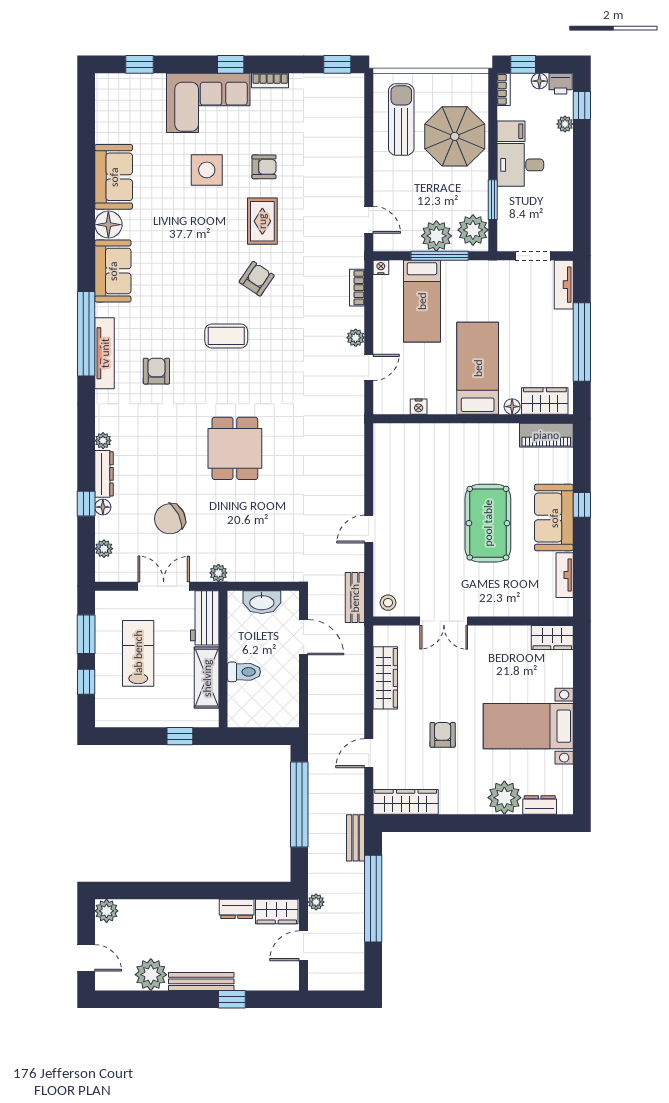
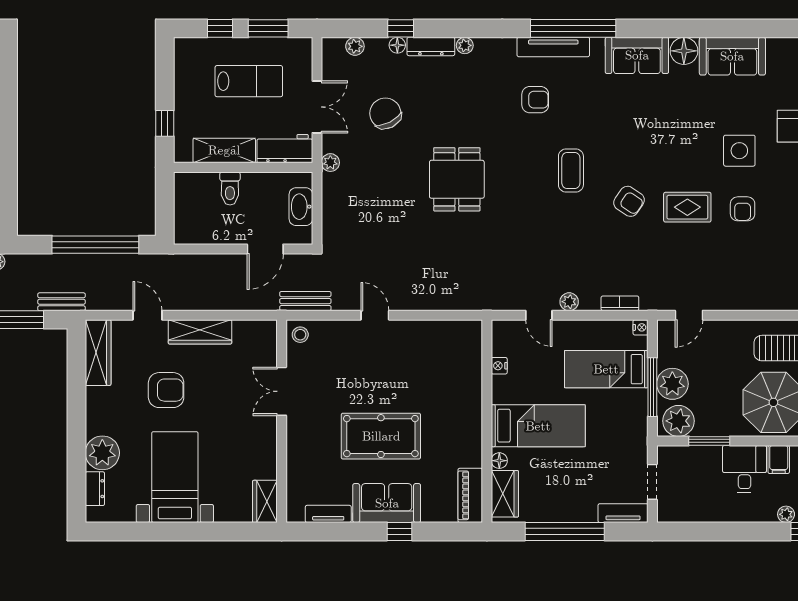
dining table: (235, 448) -> (457, 179), turned 90
wardrobe: (385, 678) -> (200, 332), moved
armchair: (443, 735) -> (166, 390), width x1.38, depth x1.38

